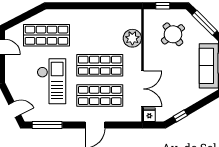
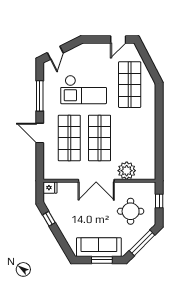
round table: (173, 34) -> (131, 211), turned 38
double door: (143, 89) -> (96, 181), moved
window: (47, 125) -> (40, 96), moved

